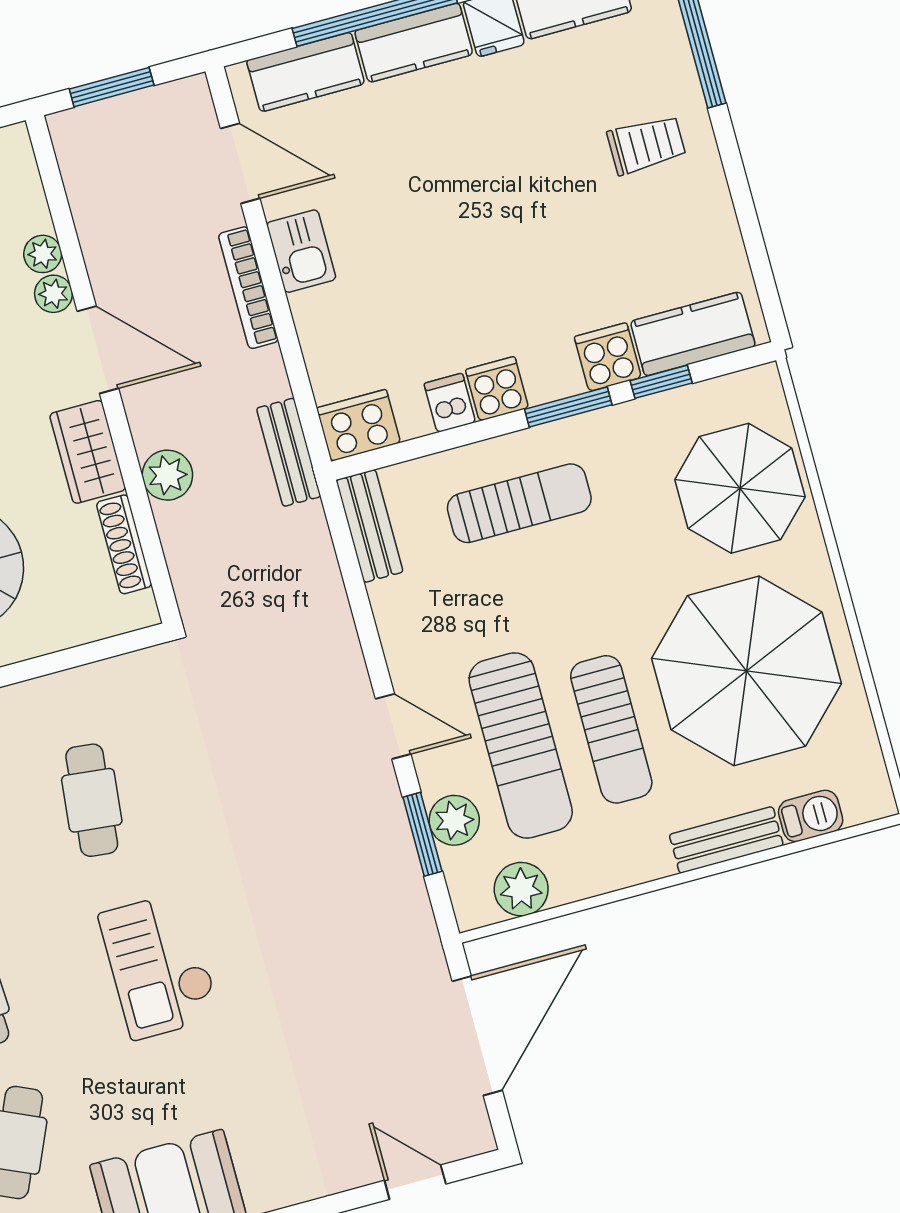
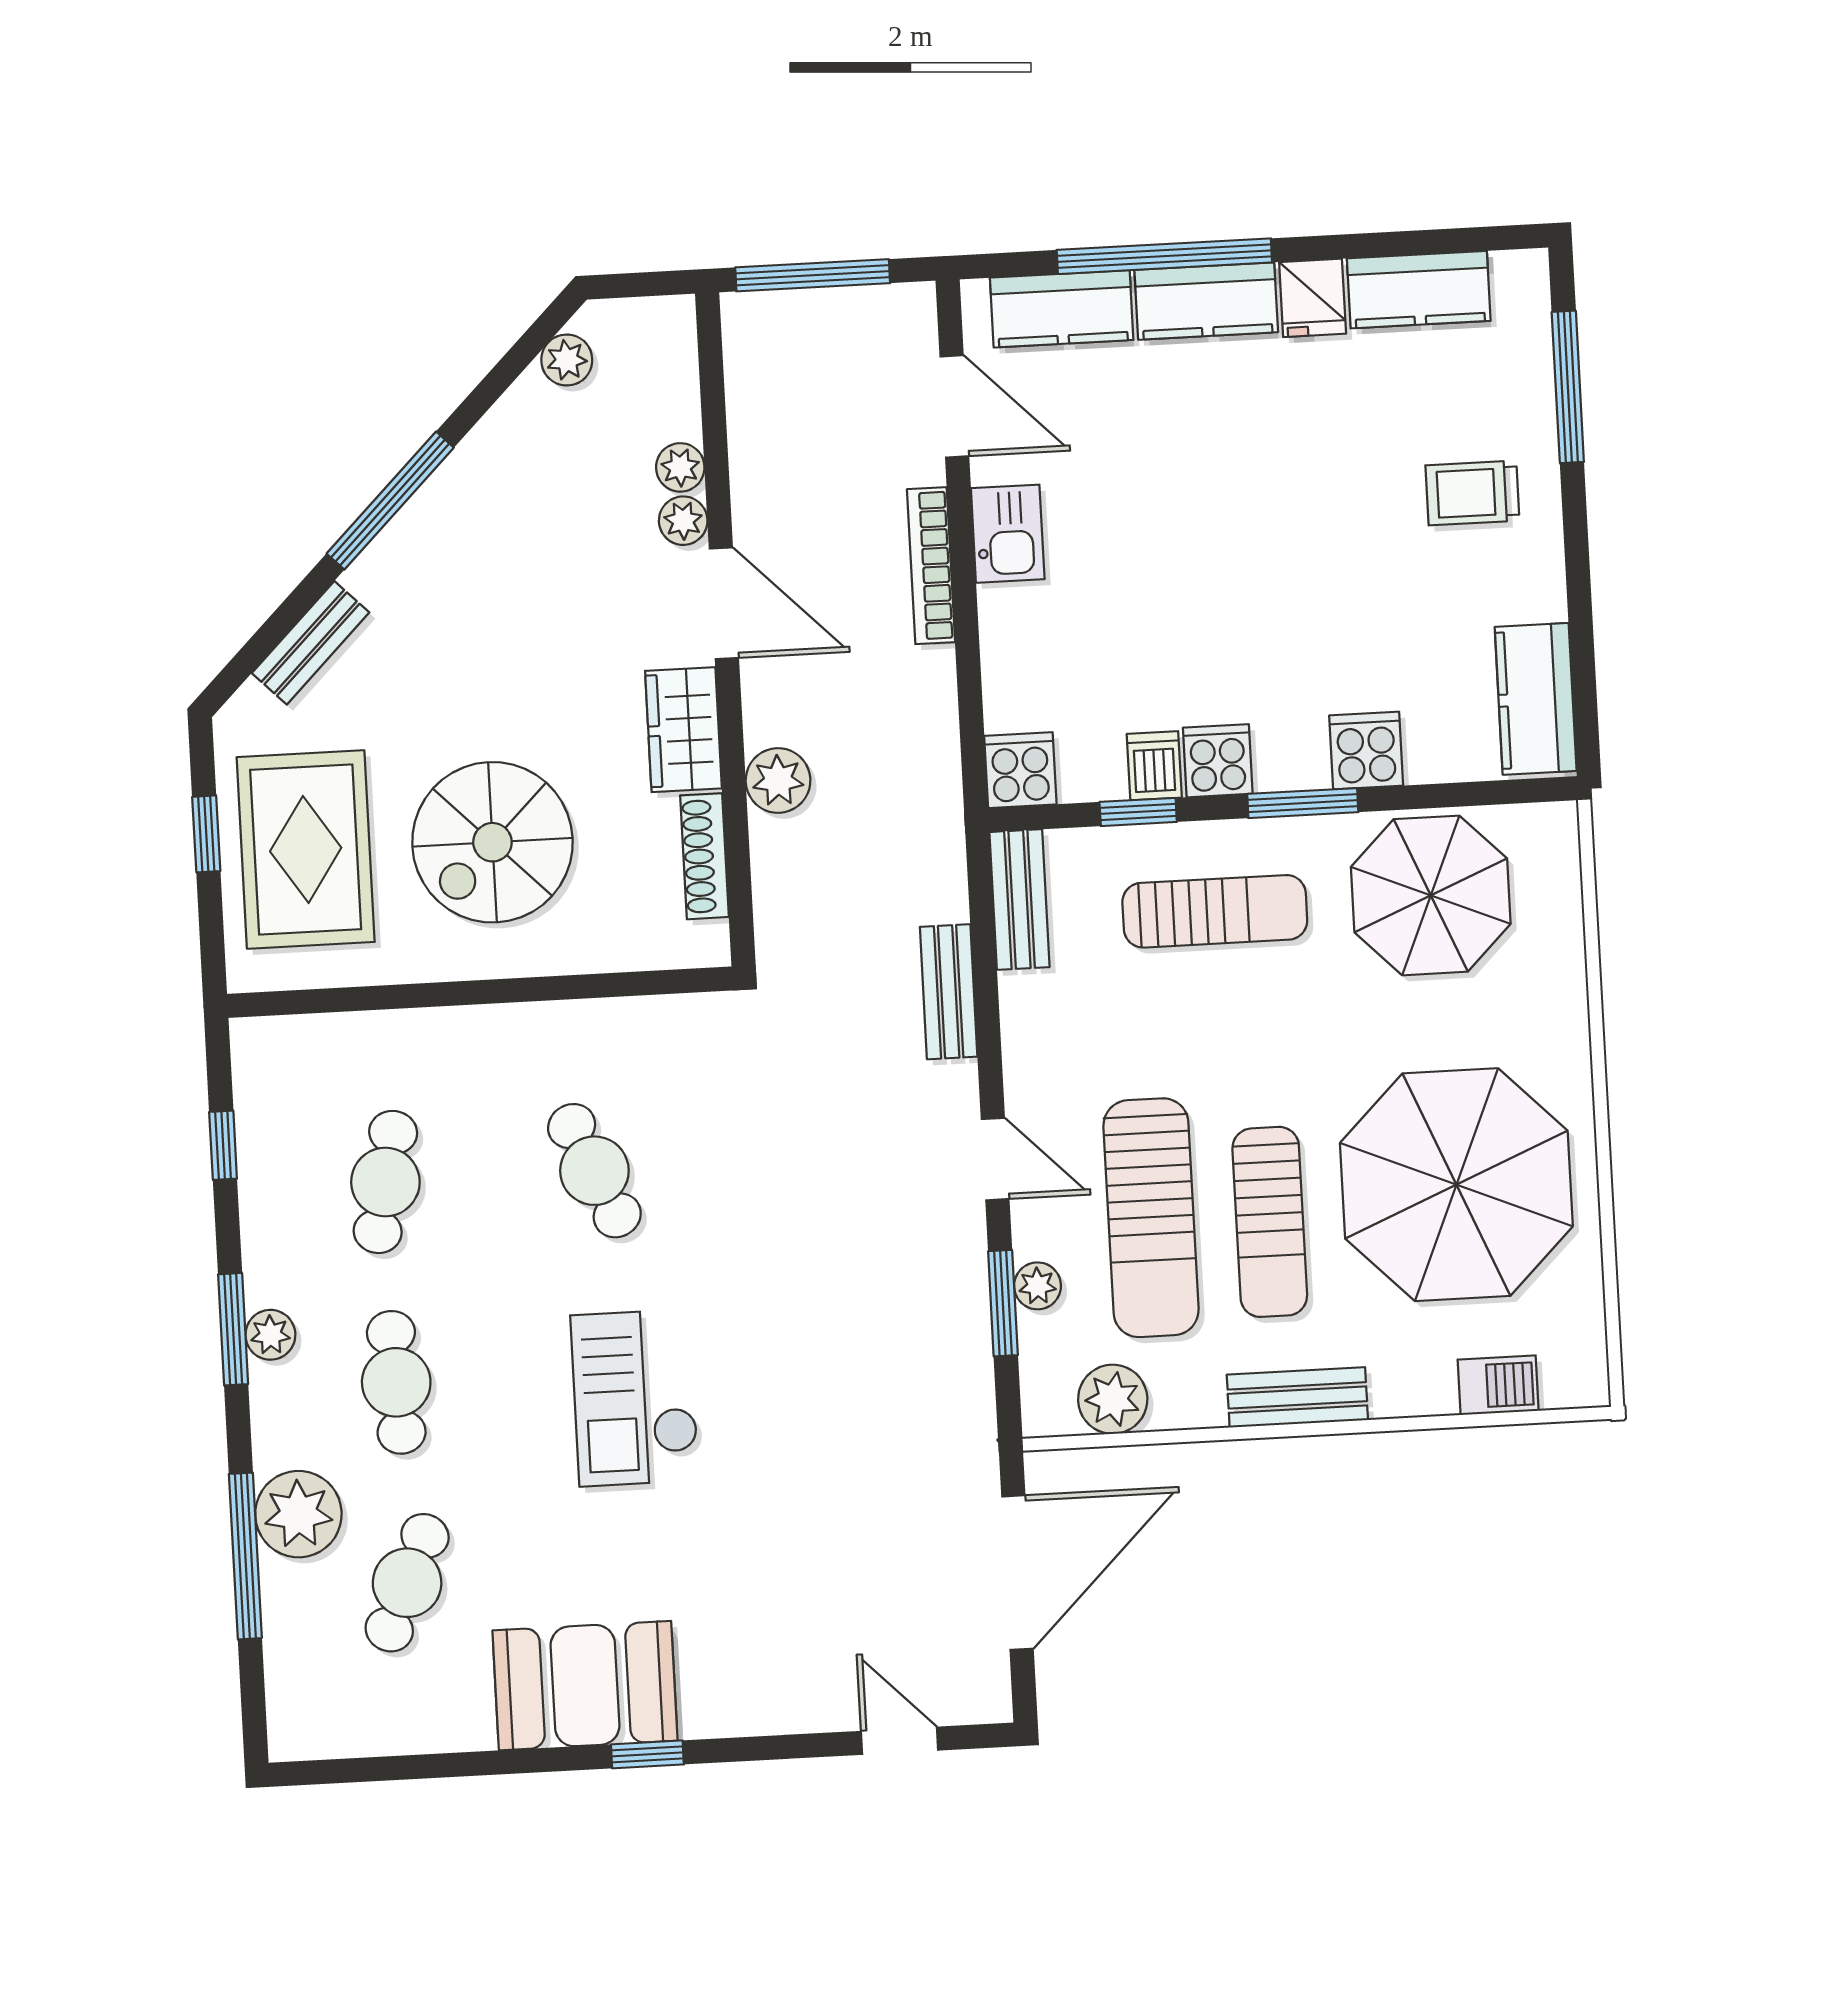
window: (112, 87) -> (813, 275), width x1.44
trolley: (646, 145) -> (1472, 493), turned 180
kitchen counter: (693, 334) -> (1536, 699), moved, turned -90
window: (661, 382) -> (1138, 812), moved
cooker: (358, 425) -> (1020, 770), width x0.73
bench: (289, 452) -> (949, 992), moved
parasol: (740, 488) -> (1431, 895), moved
cafe table: (92, 800) -> (594, 1171), turned -30
plant: (454, 820) -> (1038, 1286), width x0.73, depth x0.73
bench: (726, 840) -> (1297, 1397), moved

